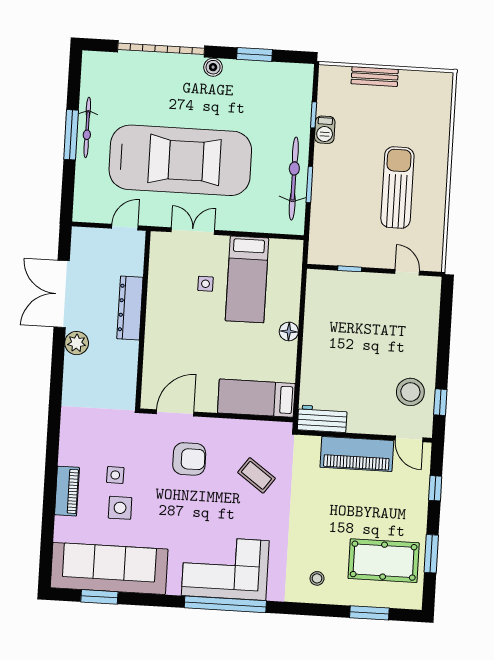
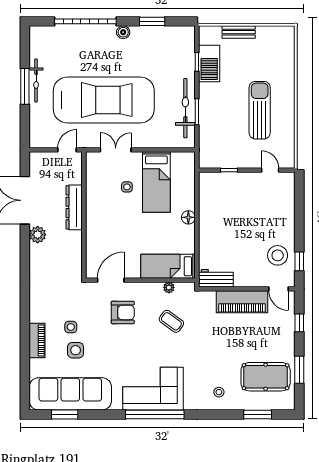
barbecue: (325, 130) -> (209, 63), width x1.88, depth x1.53
plant: (256, 428) -> (169, 287), added

